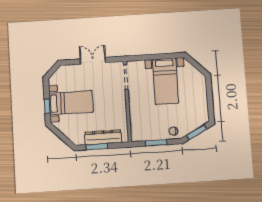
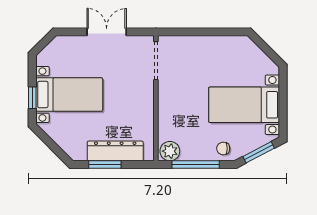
bed with nightstands: (166, 81) -> (244, 105), moved, turned 90
plant: (139, 135) -> (170, 151), added
window: (156, 143) -> (196, 164), width x1.44

